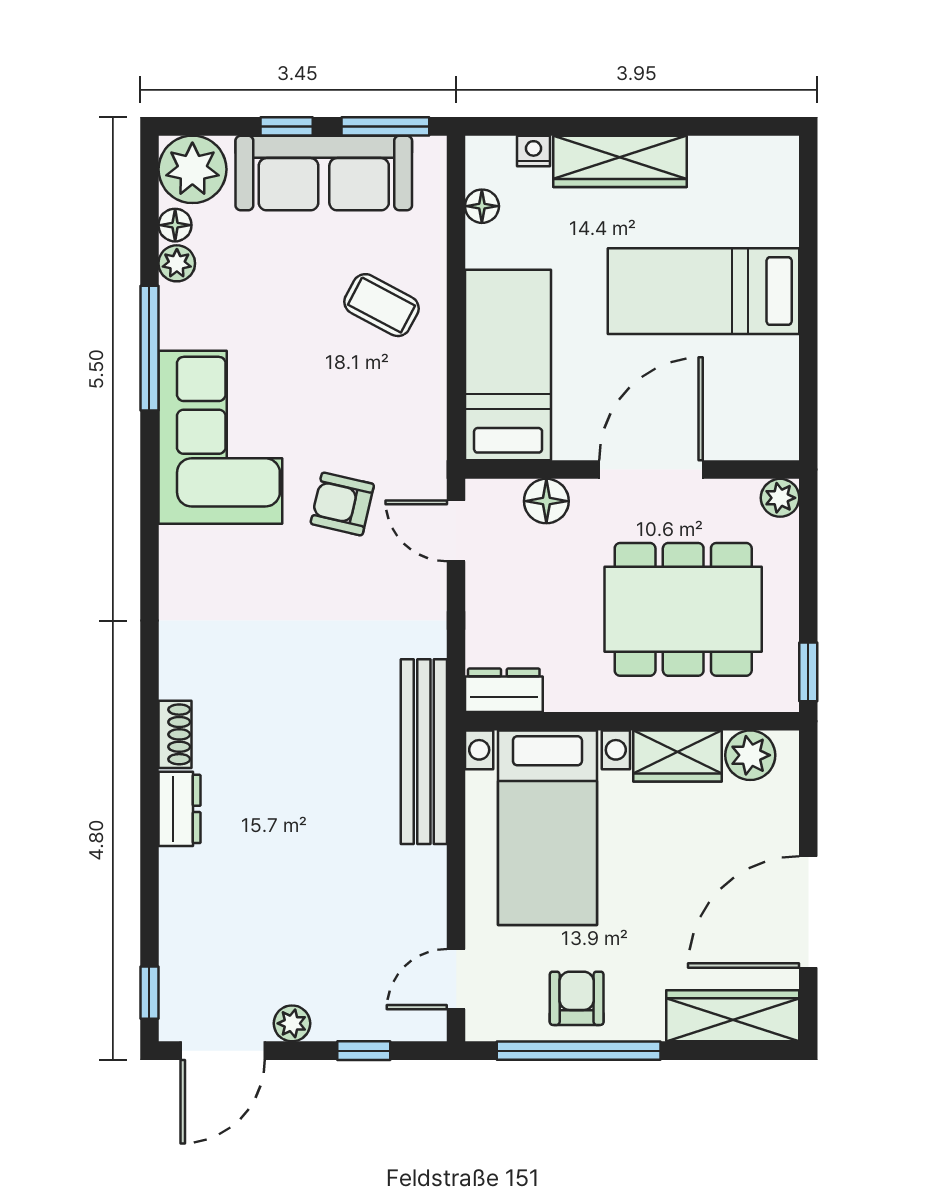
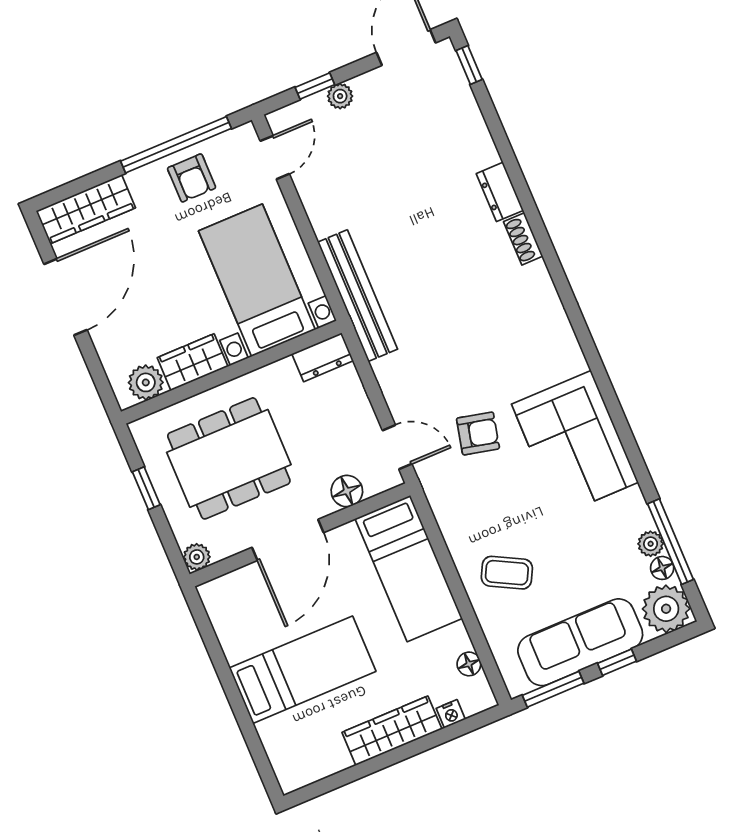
window: (149, 348) -> (670, 542), moved
window: (808, 672) -> (146, 488), moved
plant: (292, 1023) -> (340, 96), moved

